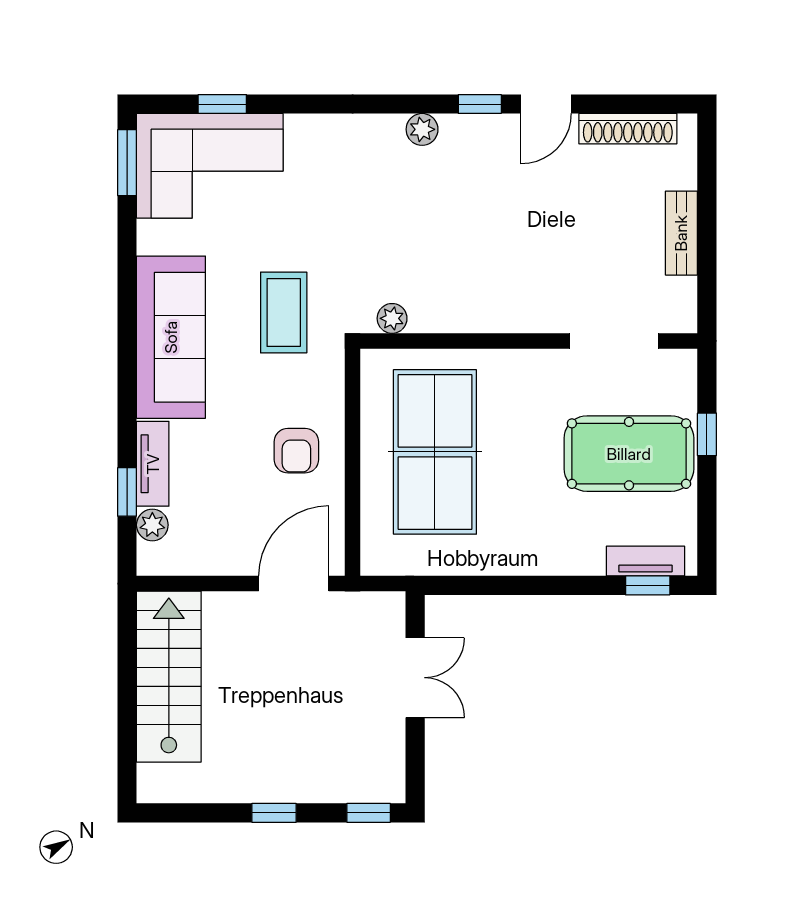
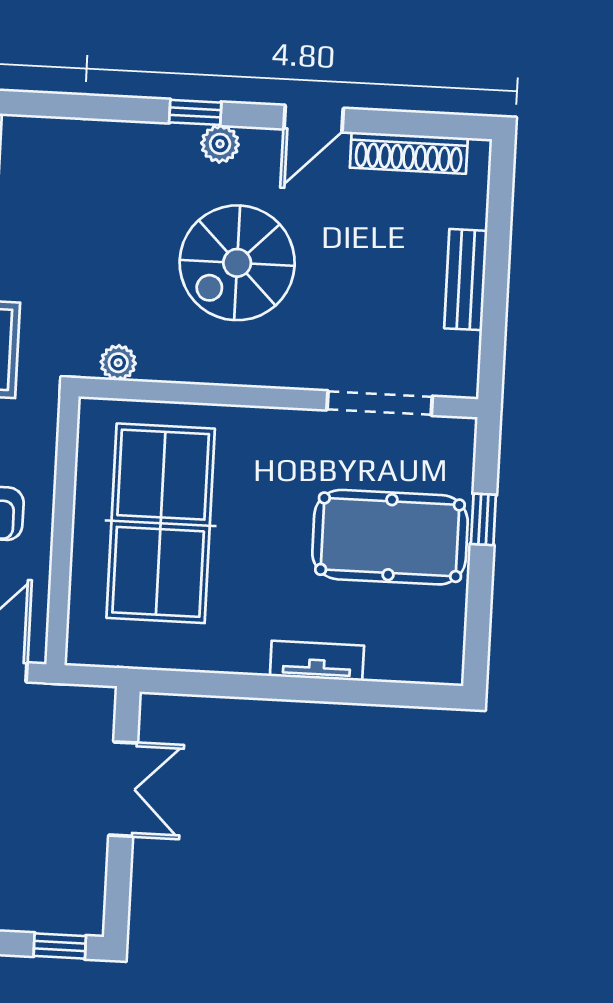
window: (480, 104) -> (195, 112), moved
plant: (422, 129) -> (220, 144), moved
spiral stairs: (488, 229) -> (237, 263), added
tv unit: (646, 561) -> (317, 661), moved
window: (648, 585) -> (404, 694), removed

